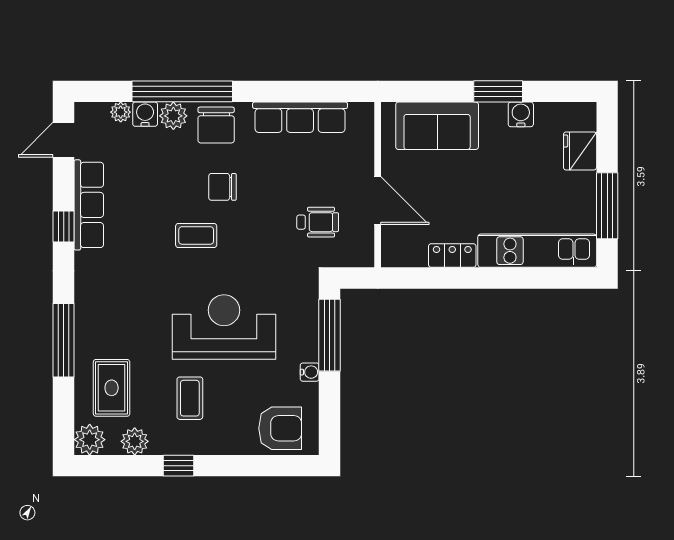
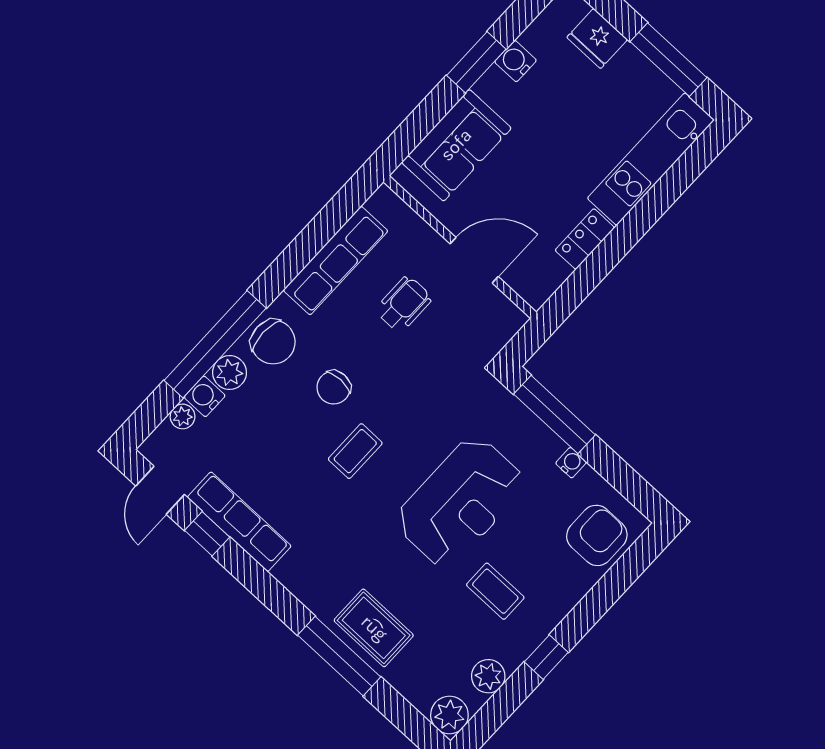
wheelchair: (318, 222) -> (404, 304), moved
window: (64, 226) -> (207, 534), moved
reception desk: (224, 327) -> (460, 502), turned 180
rug: (112, 388) -> (374, 628), moved

